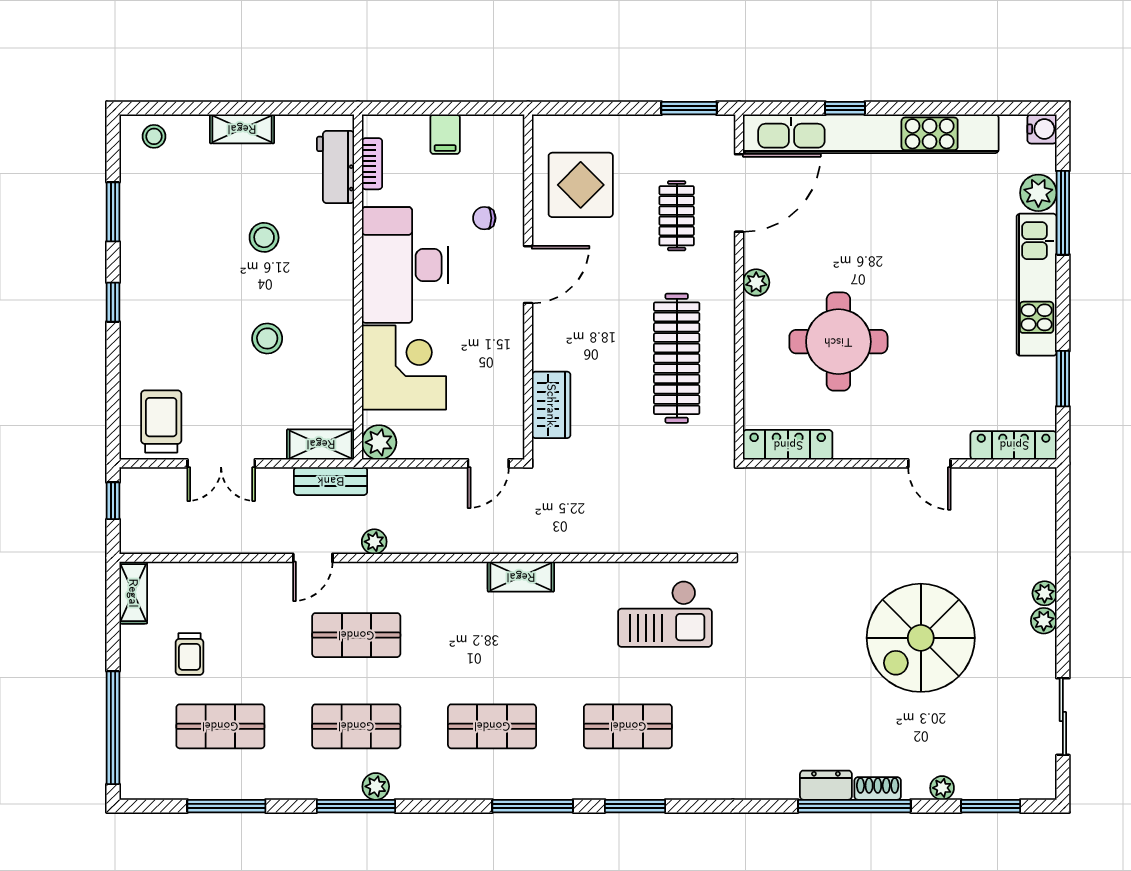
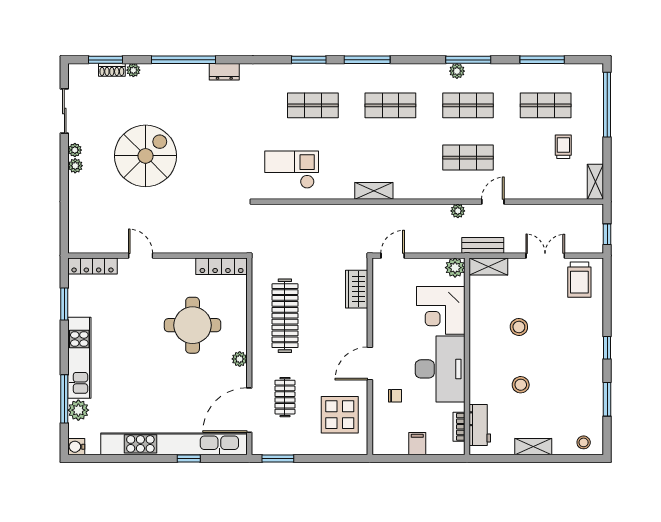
plant: (1045, 593) -> (75, 150), moved
dresser: (826, 785) -> (224, 72), moved
shoe rack: (878, 788) -> (112, 70), moved

